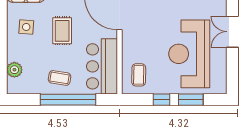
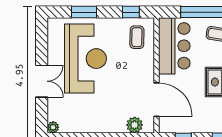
window: (162, 100) -> (131, 12), moved

